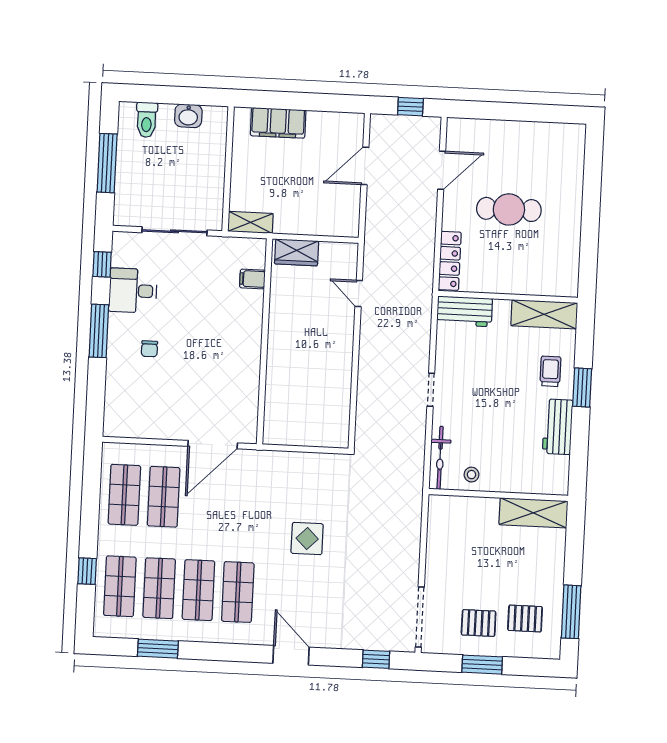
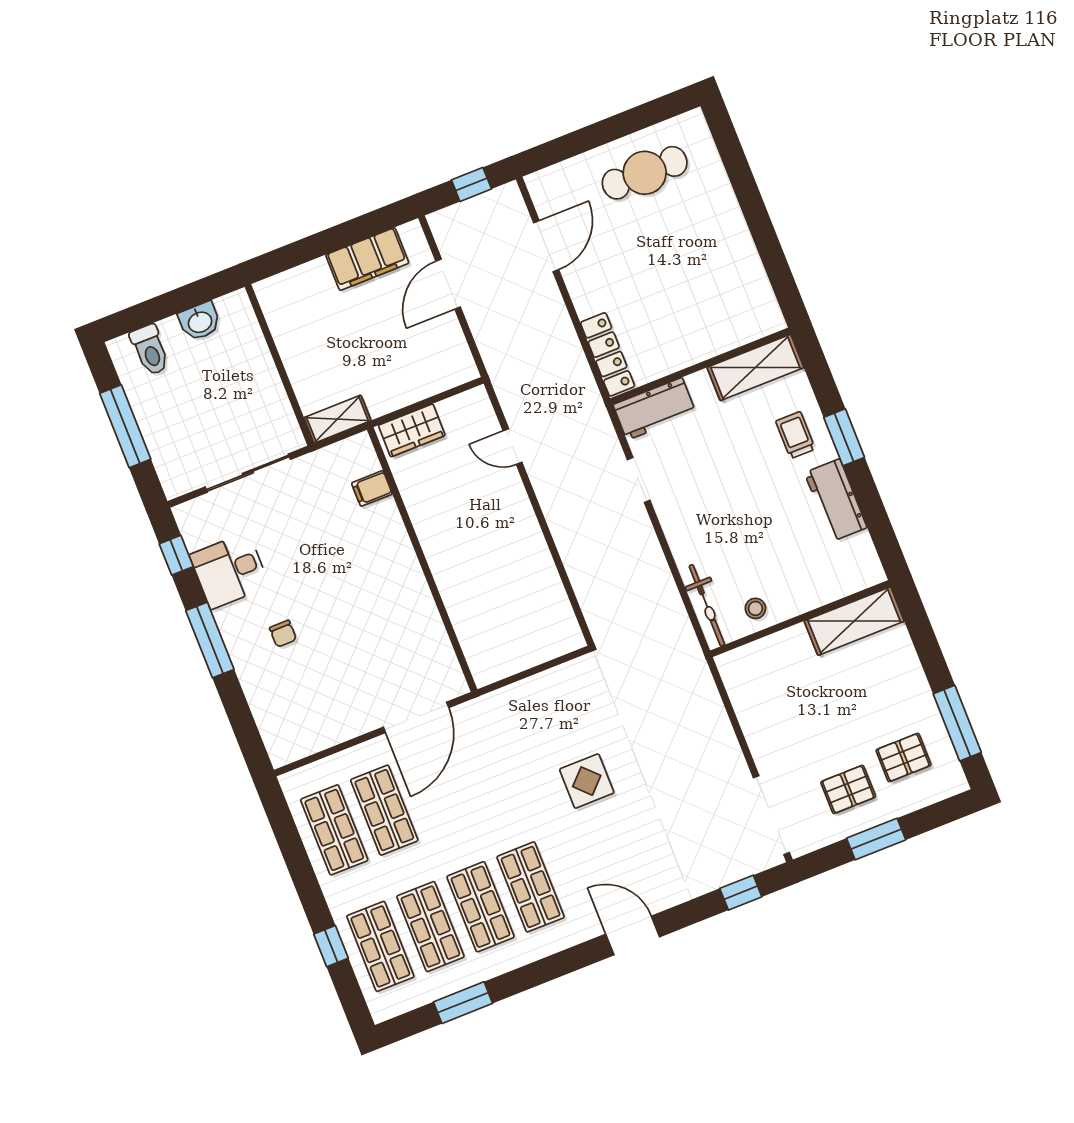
filing cabinet: (278, 123) -> (367, 259), moved
cafe table: (509, 209) -> (645, 173), moved
doorway: (431, 390) -> (639, 480), moved

